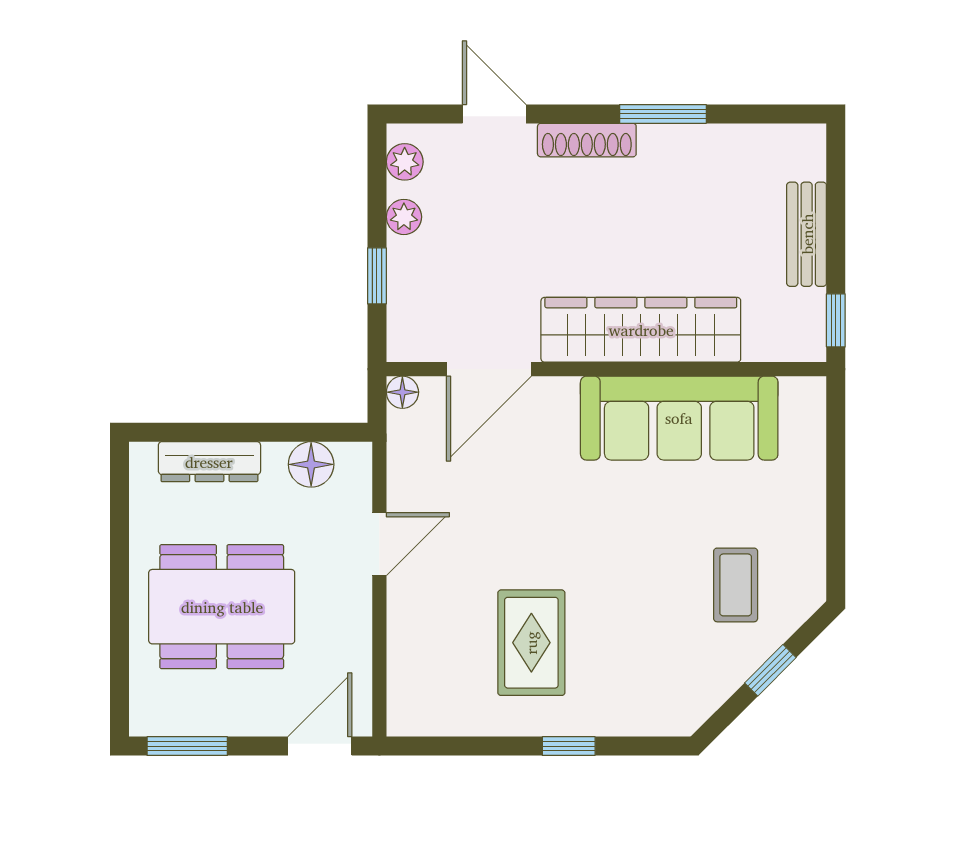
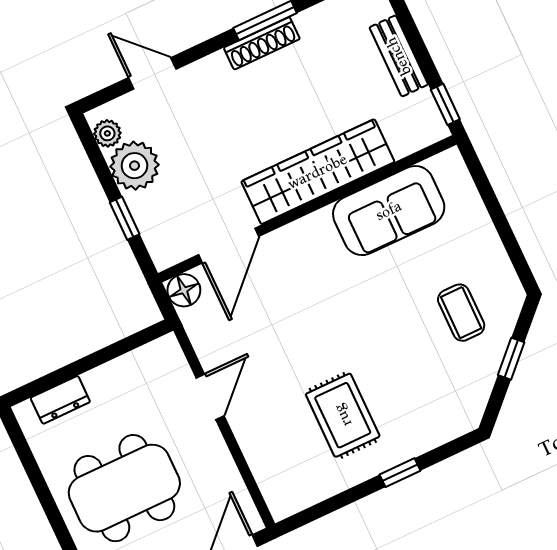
shoe rack: (587, 140) -> (262, 43), moved
plant: (404, 217) -> (134, 166), width x1.87, depth x1.87
floor lamp: (402, 392) -> (184, 290), width x1.37, depth x1.37
sofa: (679, 418) -> (389, 211), width x0.73
dresser: (209, 462) -> (60, 400), width x0.70
floor lamp: (311, 464) -> (140, 365), removed

